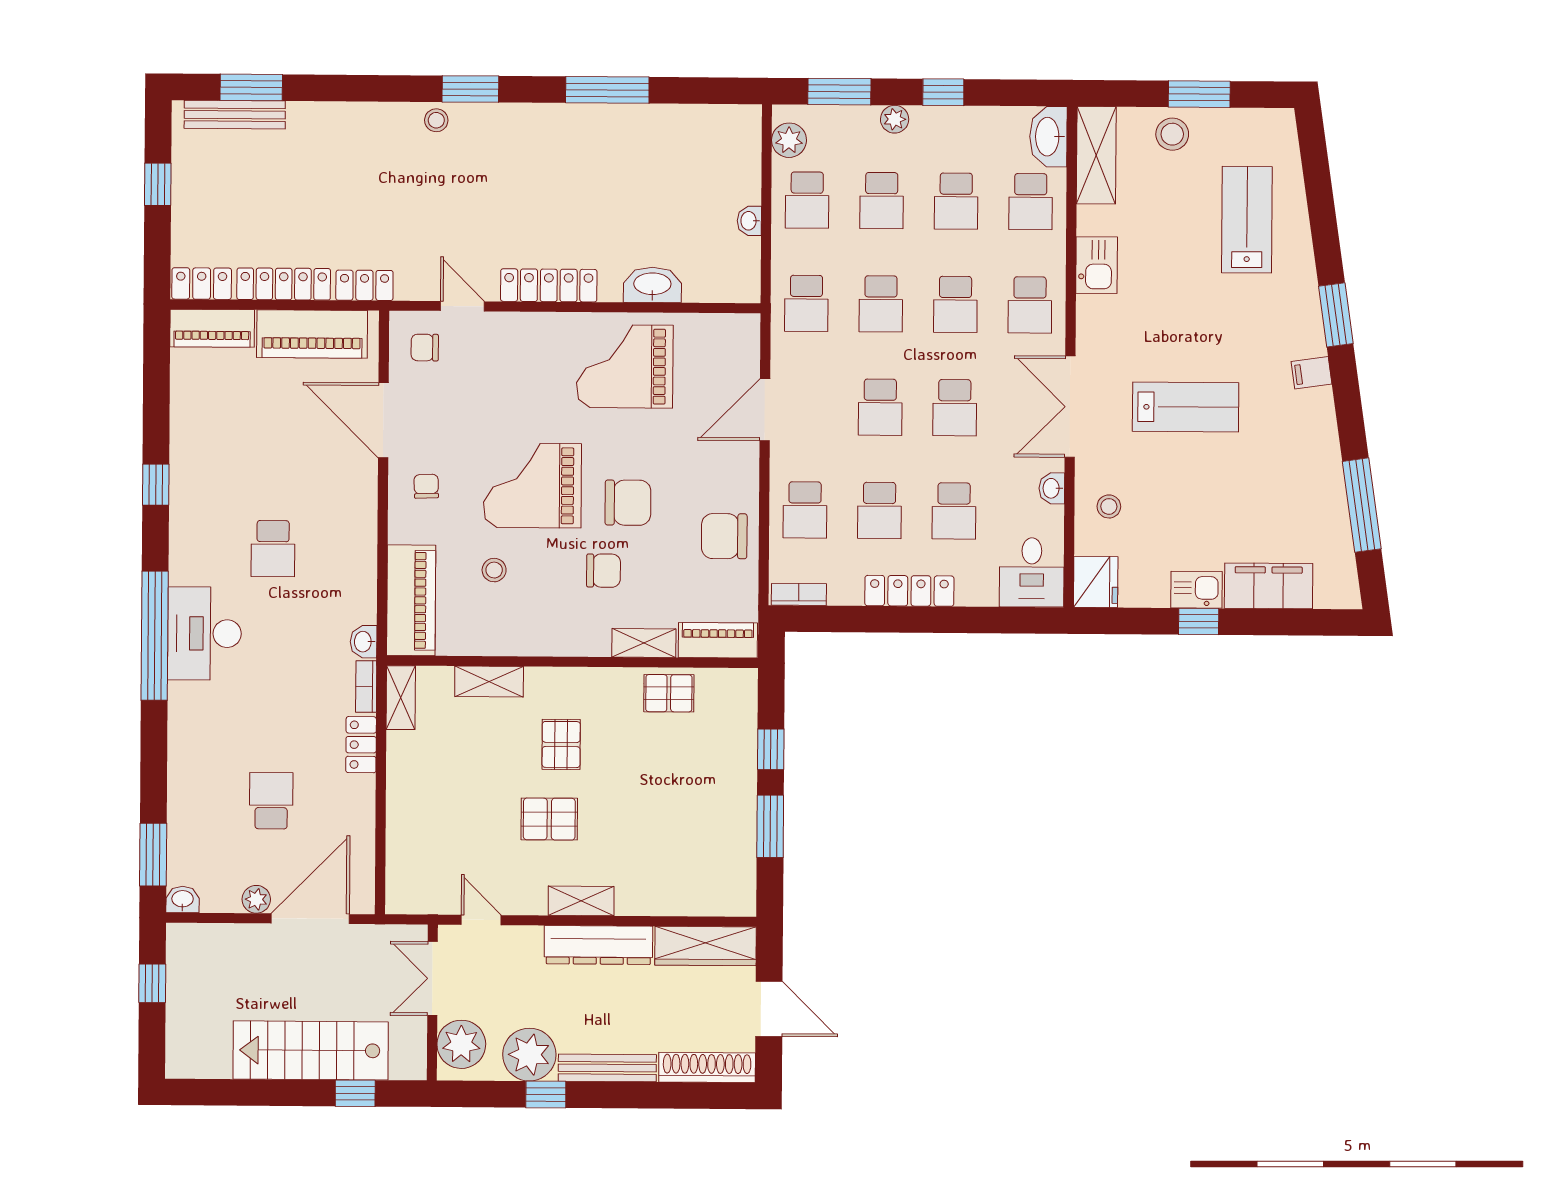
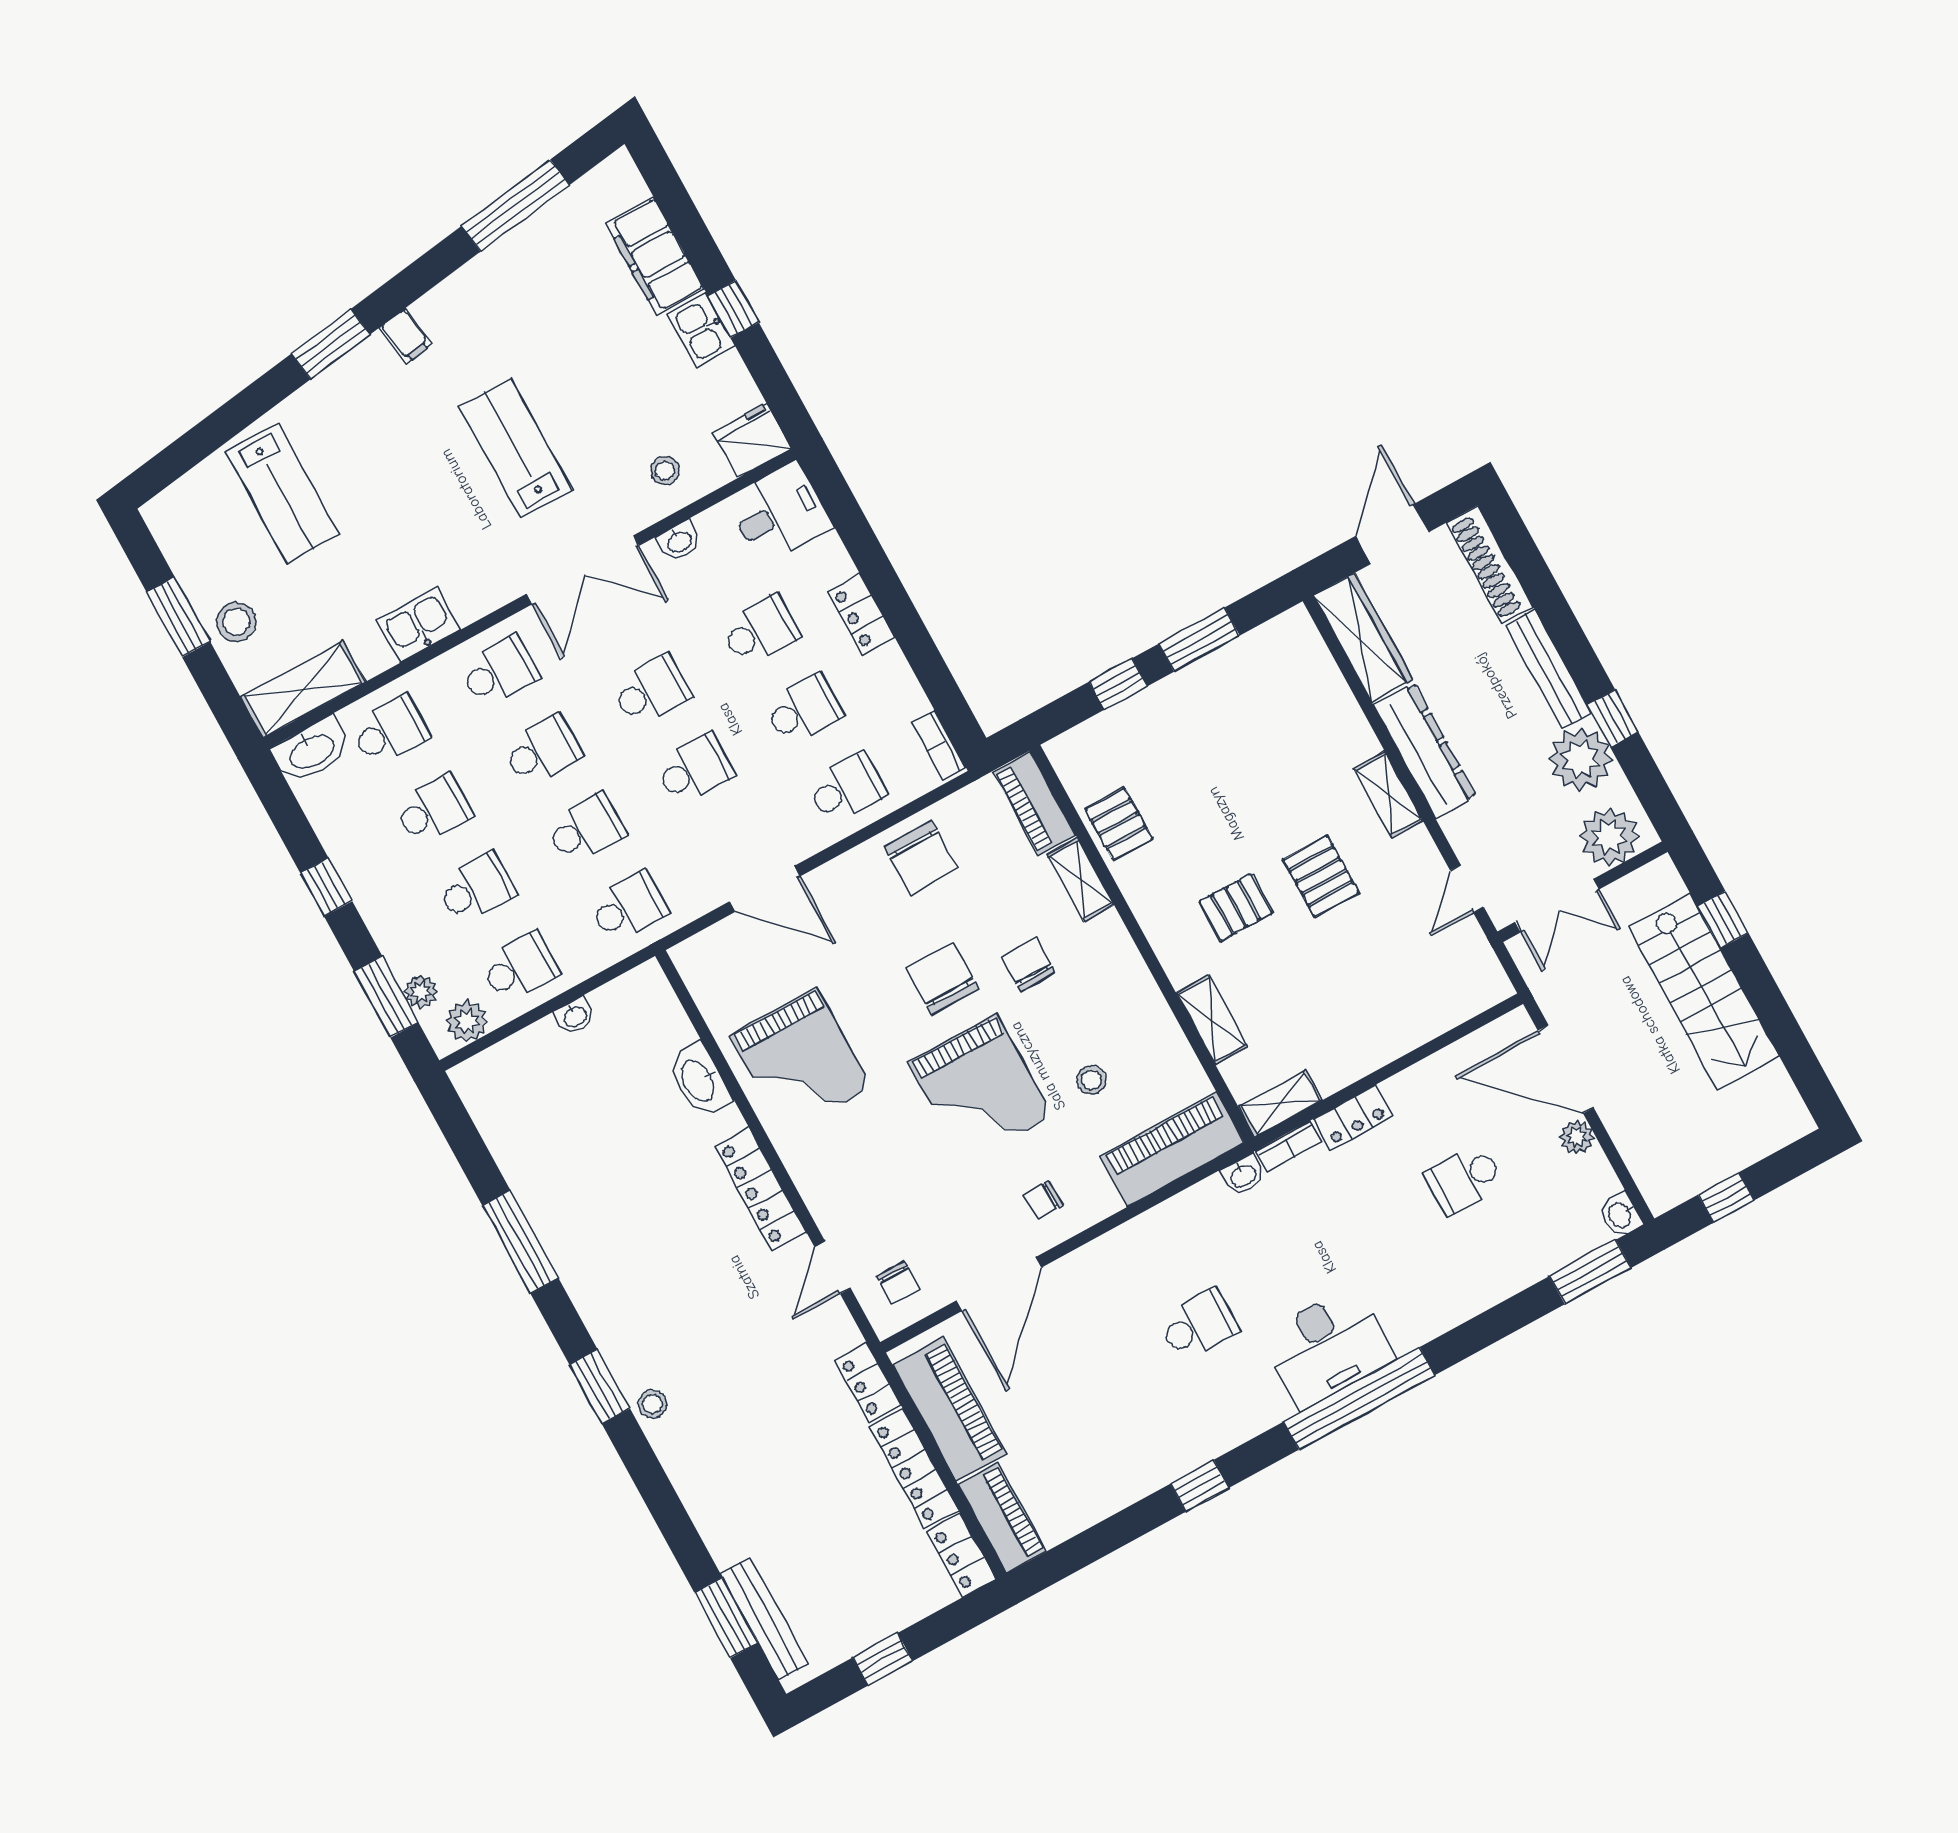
plant: (895, 119) -> (421, 991), moved
lab bench: (1247, 220) -> (282, 493), turned -90
locker: (909, 591) -> (861, 614), width x0.66

